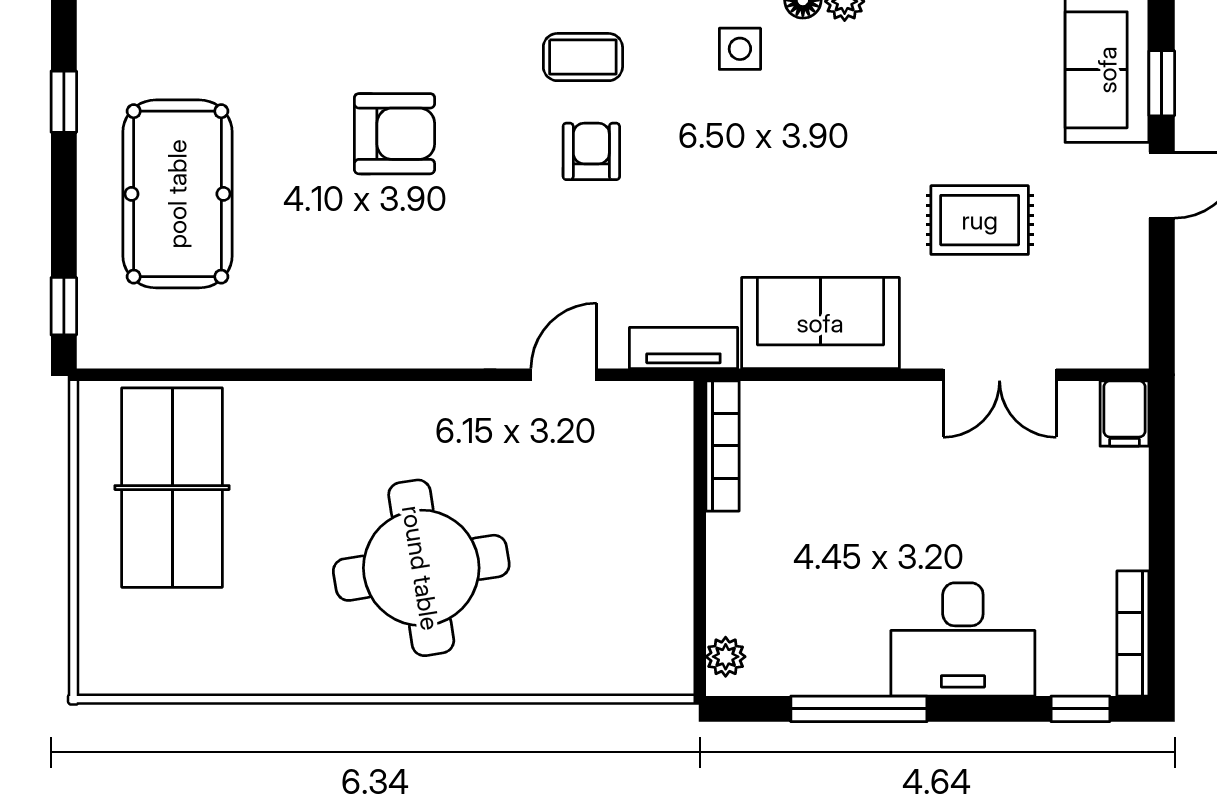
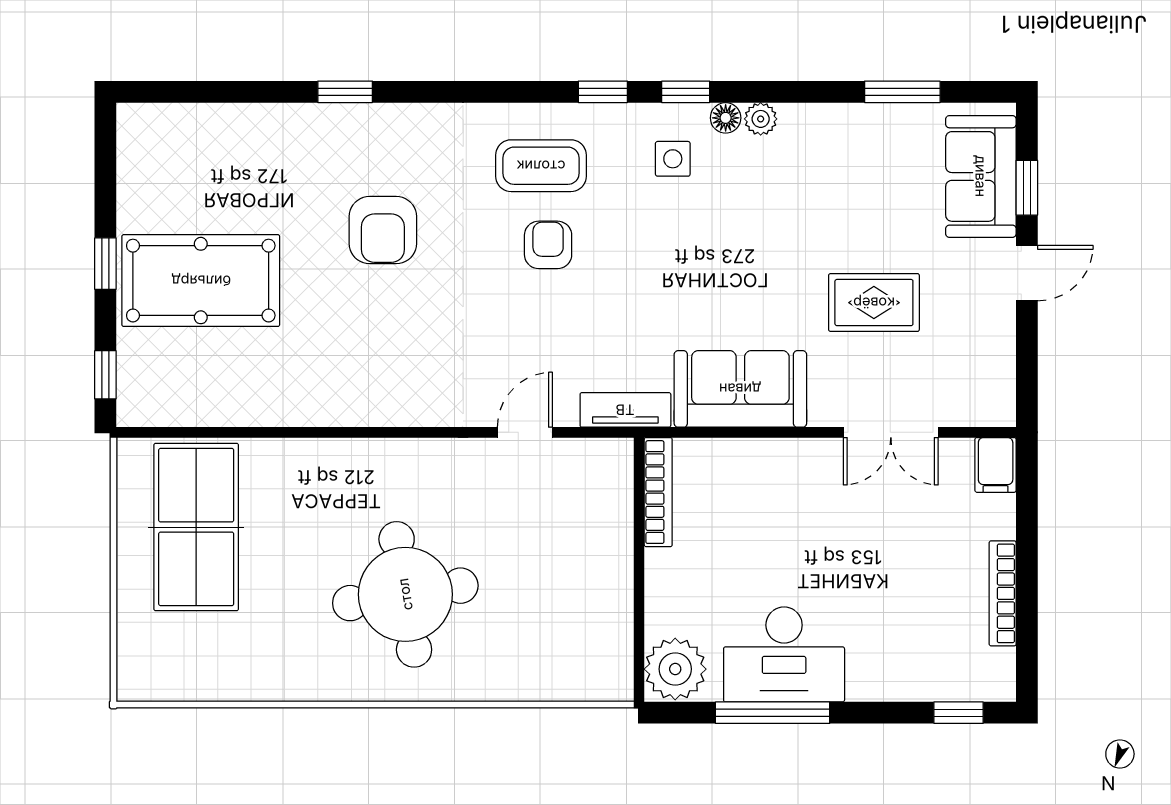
coffee table: (583, 57) -> (541, 166), width x1.36, depth x1.30
window: (64, 102) -> (105, 264), moved
armchair: (394, 134) -> (383, 230), turned 90
pool table: (177, 194) -> (201, 281), turned 90
bookcase: (1133, 633) -> (1003, 593), moved
desk: (963, 639) -> (784, 654), moved
plant: (726, 657) -> (675, 669), width x1.88, depth x1.88

